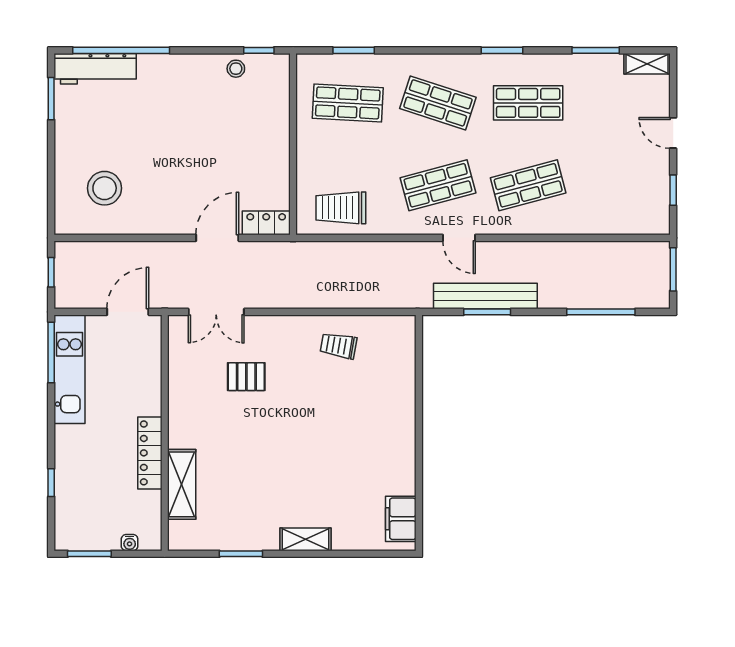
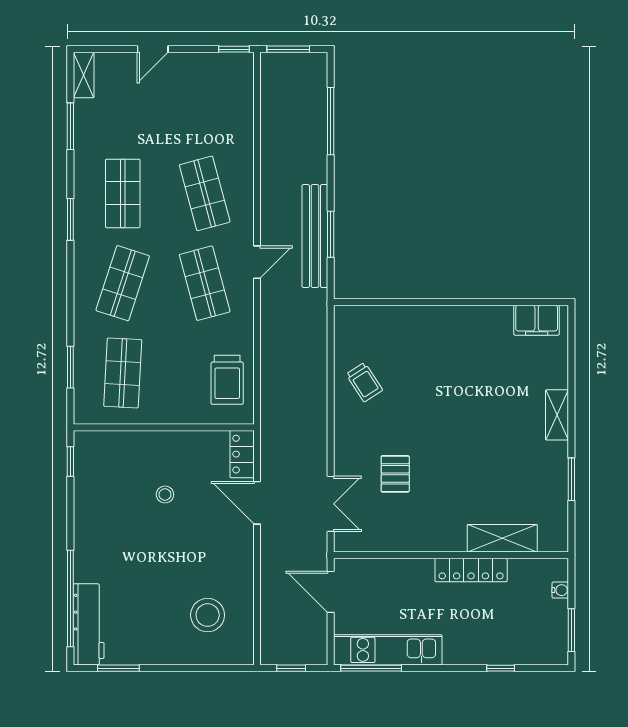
stool: (236, 69) -> (165, 494), moved
window: (673, 190) -> (234, 49), moved
trolley: (338, 346) -> (364, 382), turned -43

